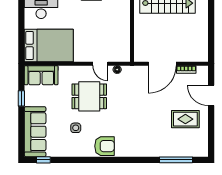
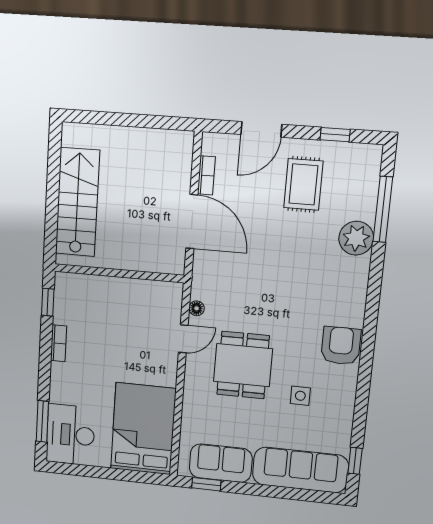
sofa: (41, 75) -> (221, 463), moved, turned -90
window: (21, 98) -> (206, 484), moved
window: (211, 132) -> (335, 135), added
plant: (161, 148) -> (356, 238), added

